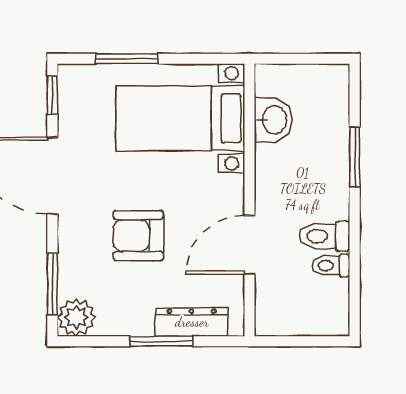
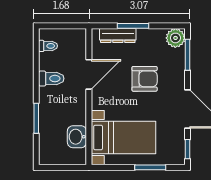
toilet: (331, 266) -> (48, 46), moved

